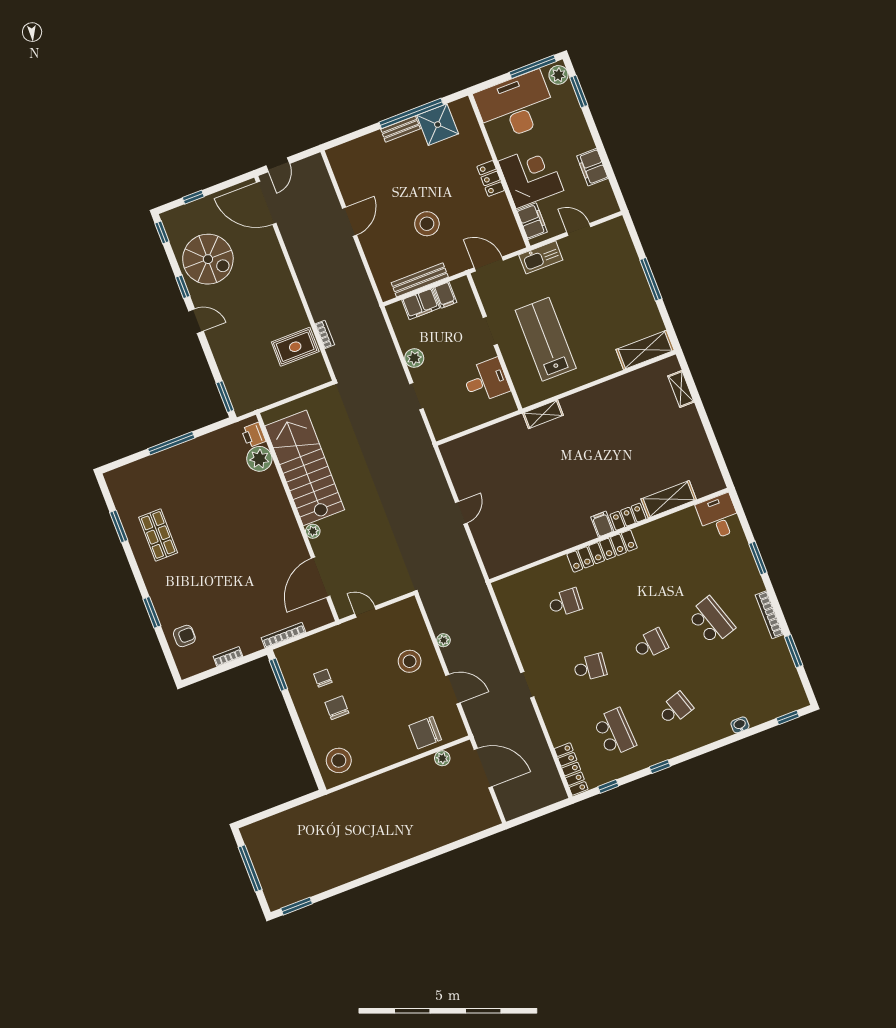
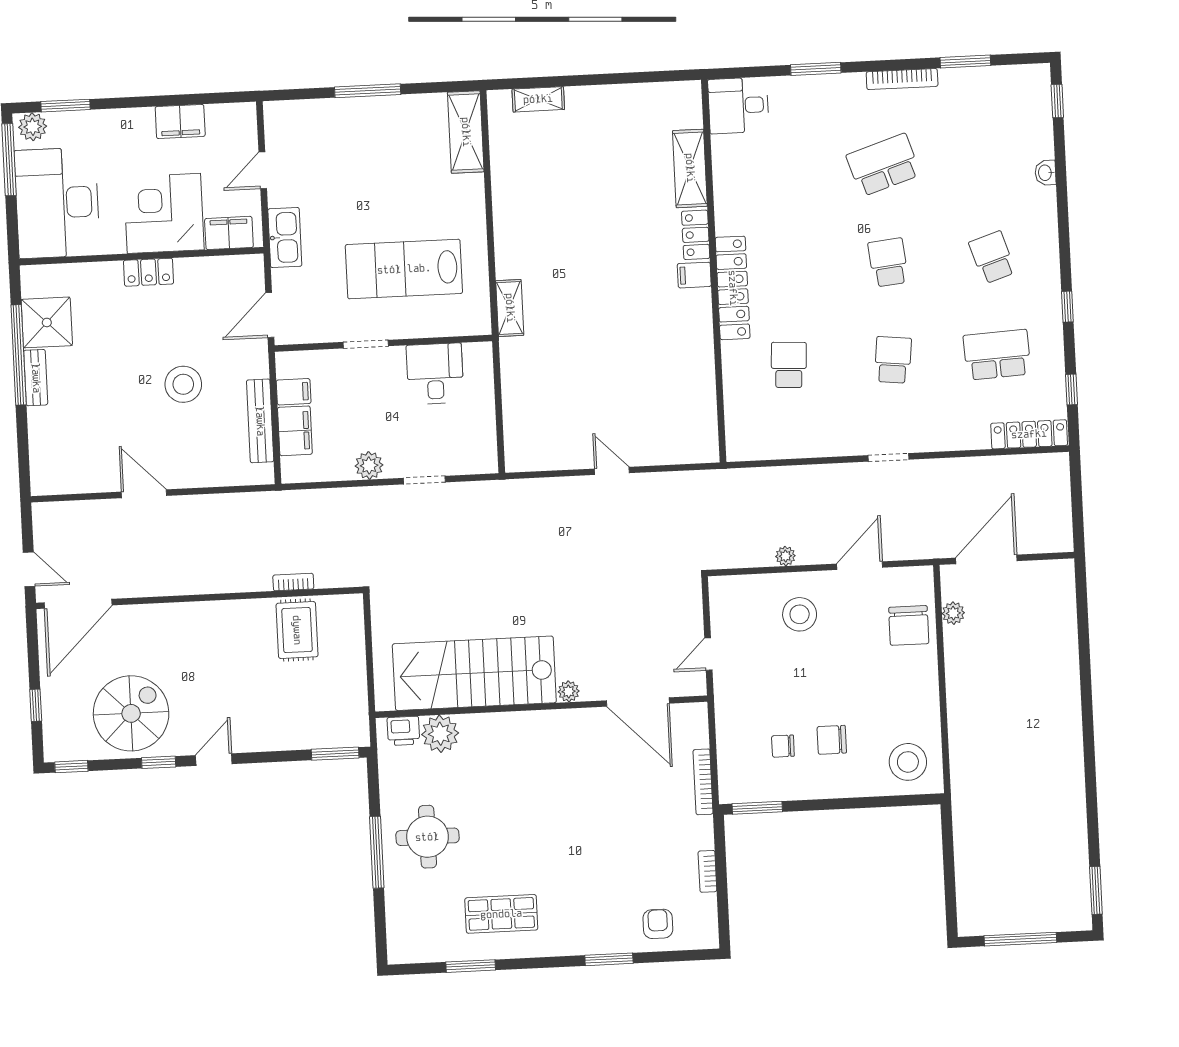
round table: (192, 472) -> (427, 837), added

